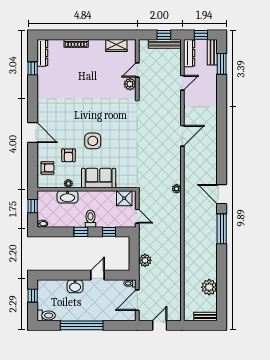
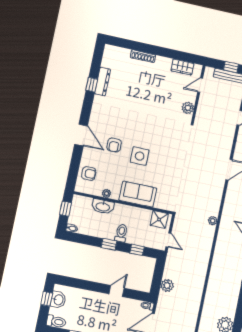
dresser: (42, 53) -> (103, 82), moved
window: (33, 68) -> (92, 85), moved
door: (137, 70) -> (200, 85), moved
armchair: (68, 155) -> (114, 145), moved
washbasin: (75, 286) -> (58, 300), moved, turned -90

